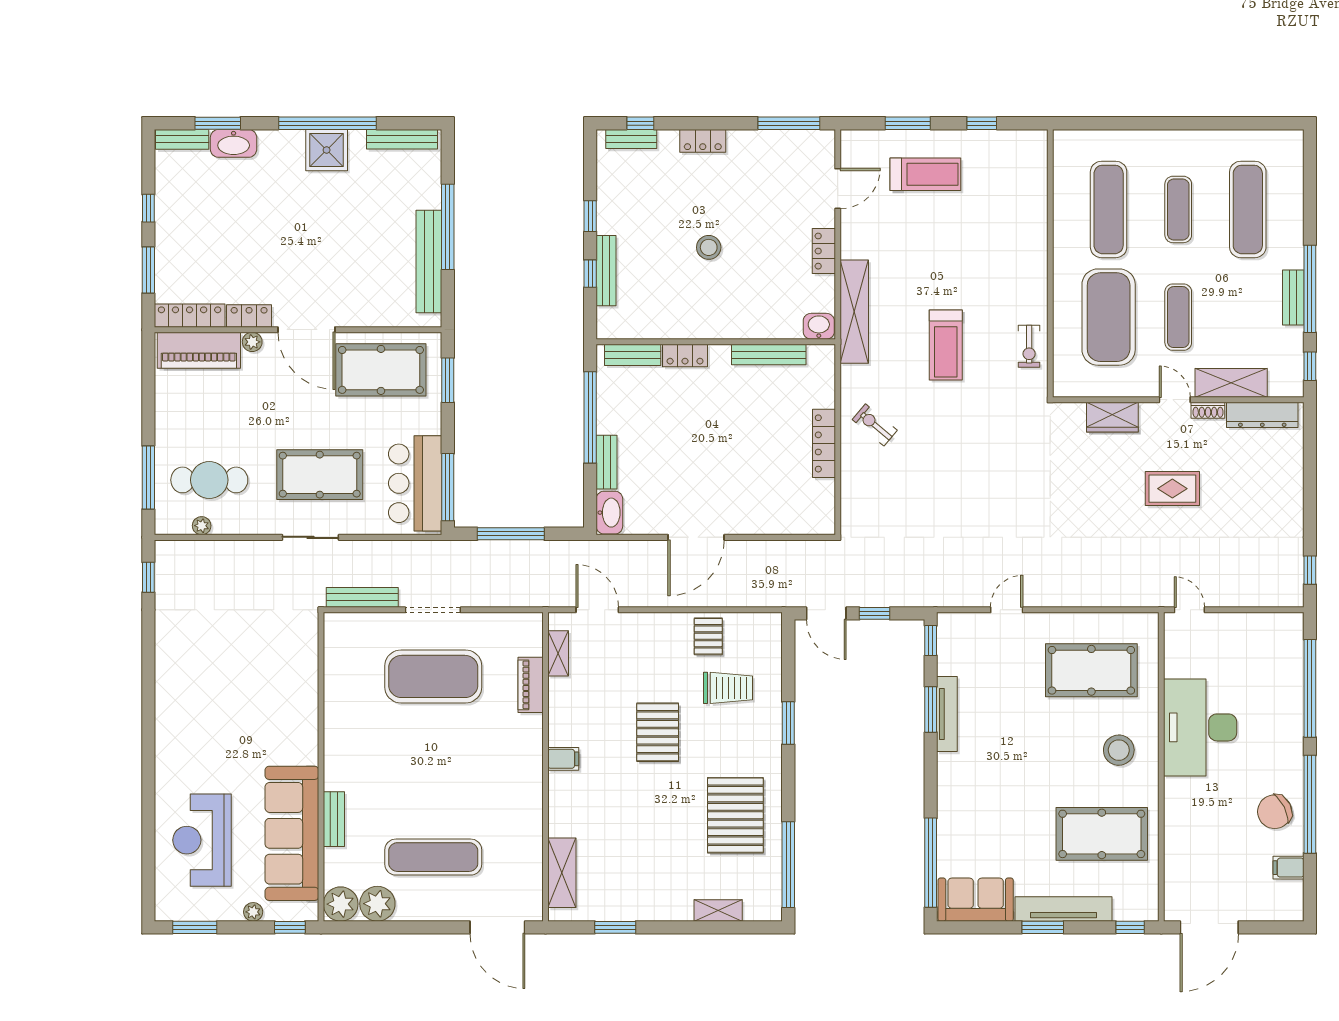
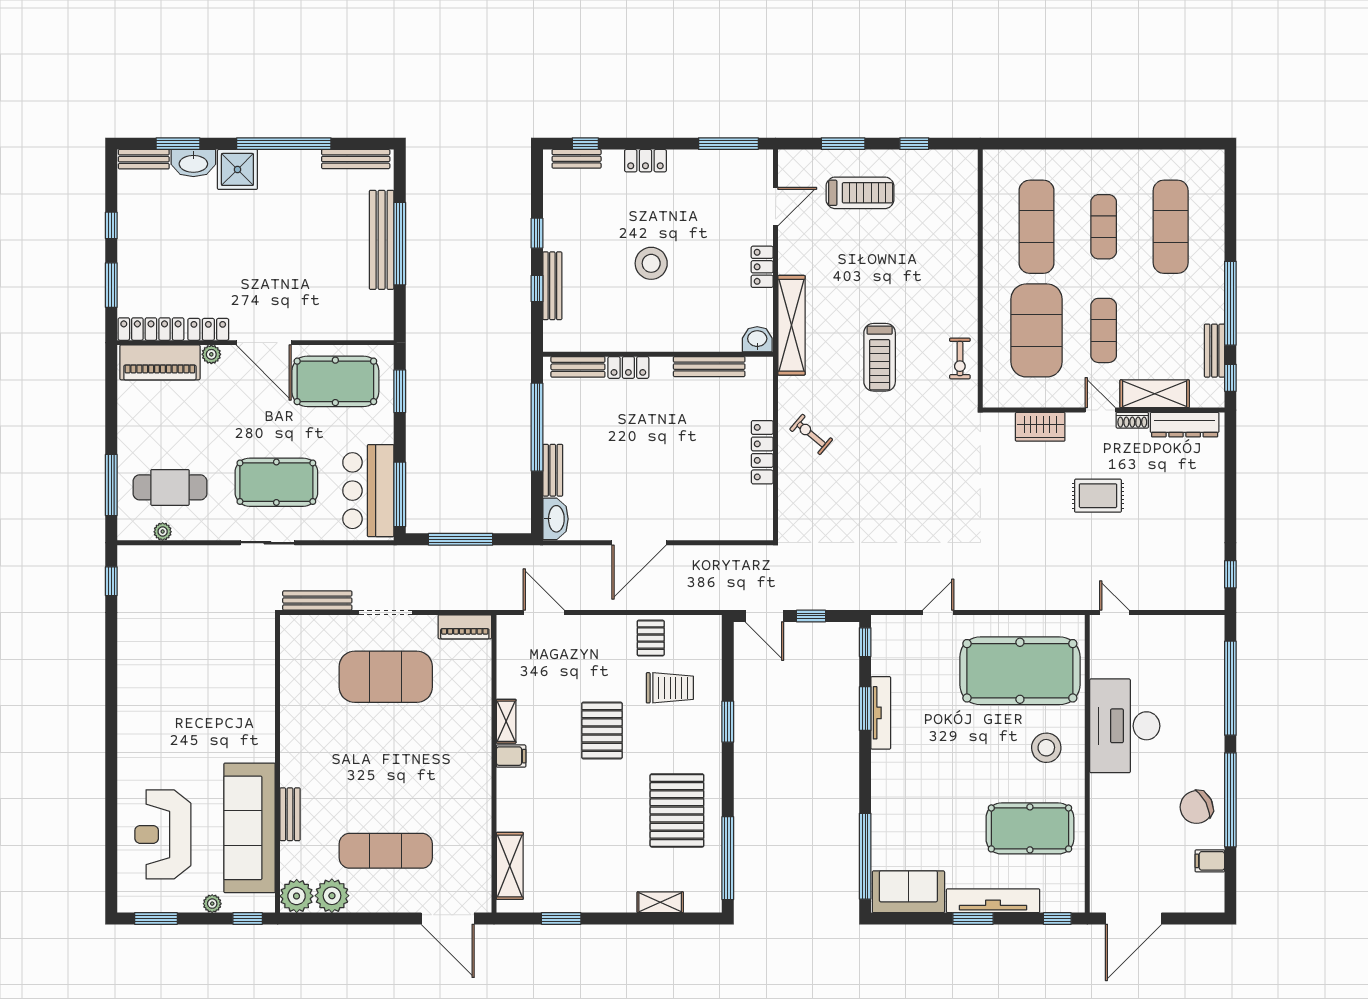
shower: (327, 150) -> (237, 169), moved
stool: (709, 247) -> (651, 263), width x1.38, depth x1.38
bench: (429, 262) -> (382, 240), moved
bench: (1293, 297) -> (1214, 351), moved
shelving: (558, 653) -> (506, 721), moved
pool table: (1091, 670) -> (1020, 671), width x1.36, depth x1.32
piano: (531, 685) -> (465, 627), moved, turned -90

